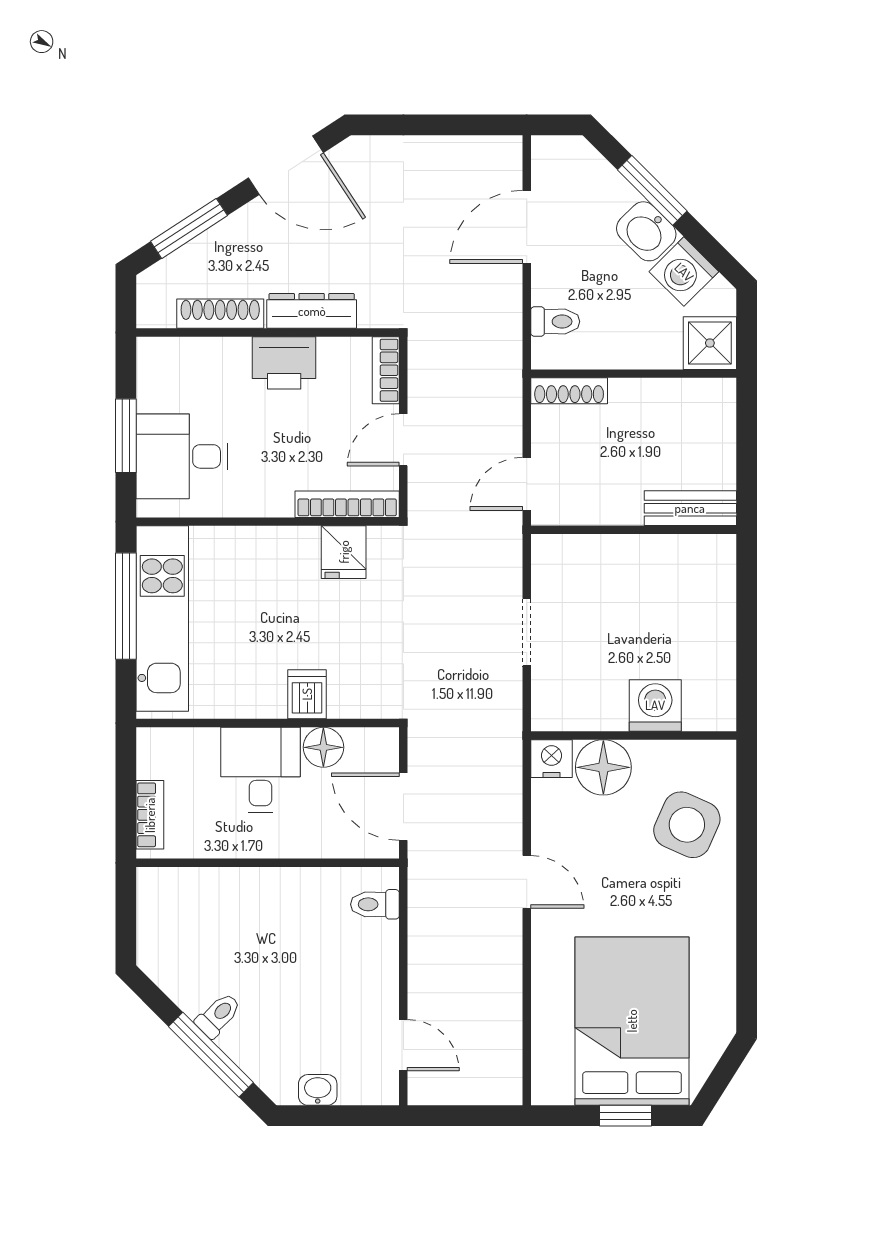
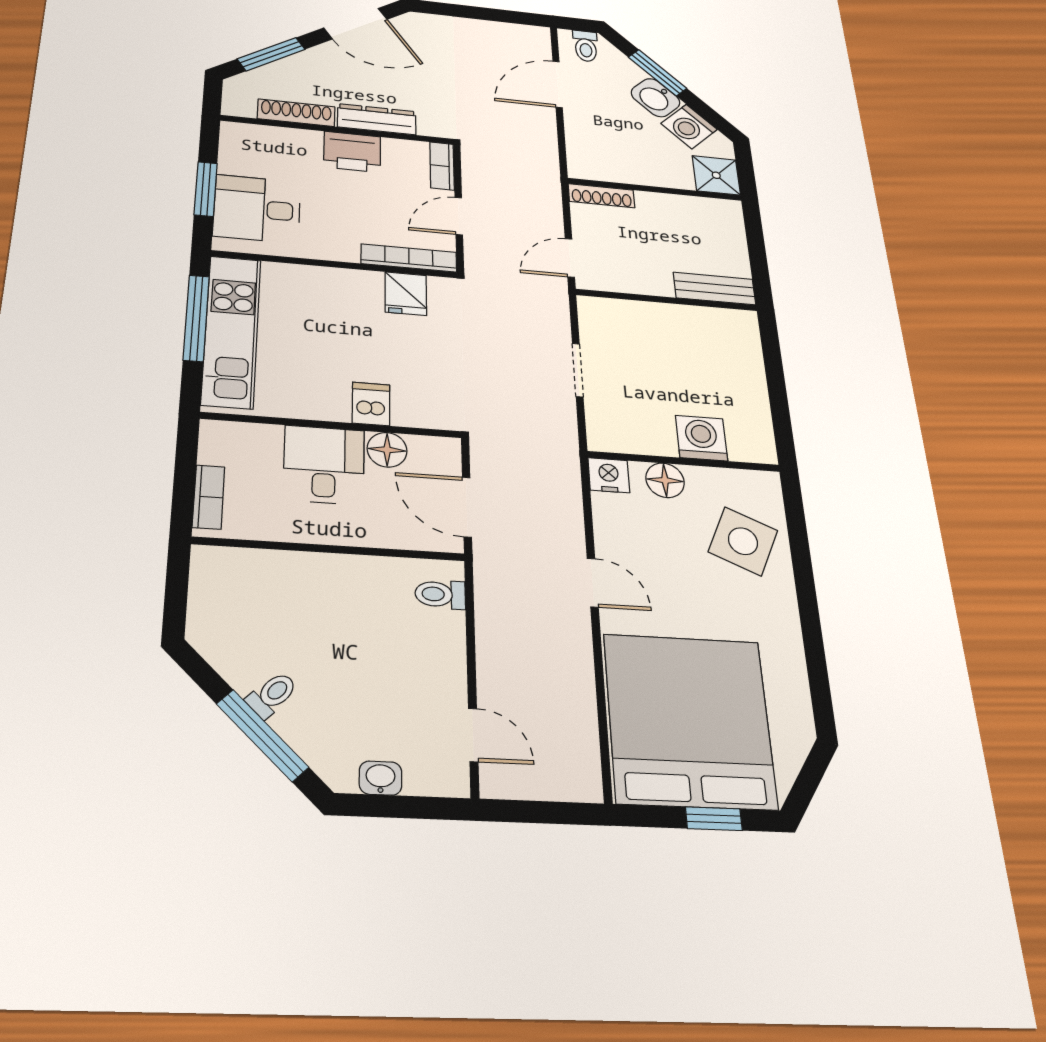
toilet: (555, 322) -> (586, 46), moved, turned 90
floor lamp: (603, 767) -> (665, 480), width x0.73, depth x0.73
bed: (632, 1021) -> (689, 721), width x1.36

